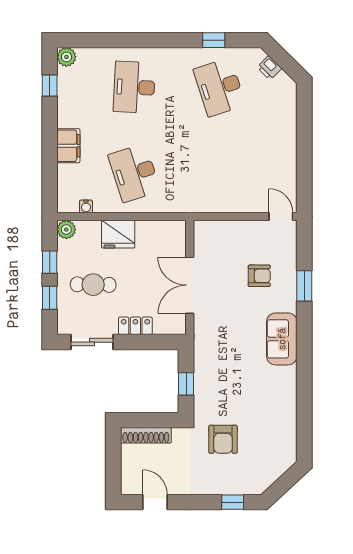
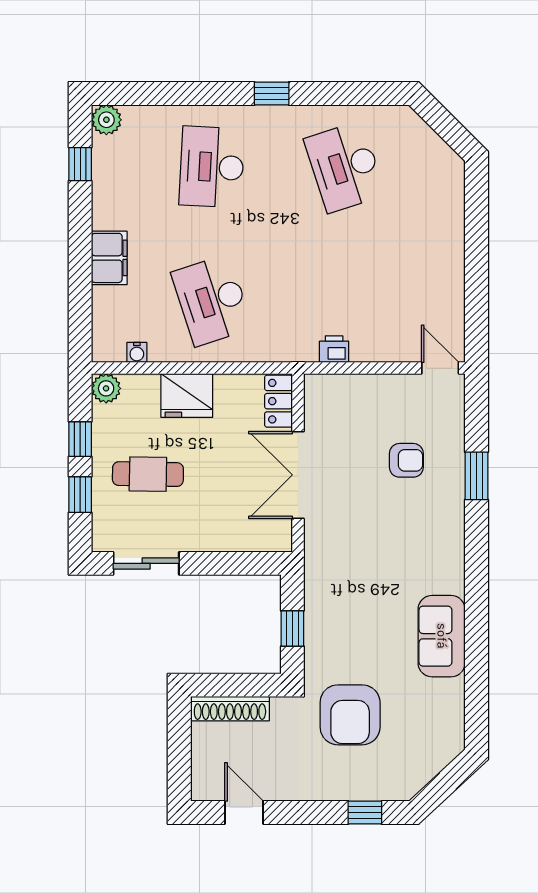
window: (214, 40) -> (272, 93), moved
printer: (269, 68) -> (334, 349), moved, turned 135
locker: (135, 326) -> (279, 401), moved, turned -90
sofa: (282, 339) -> (442, 636), moved
armchair: (223, 439) -> (350, 715), width x1.36, depth x1.36

